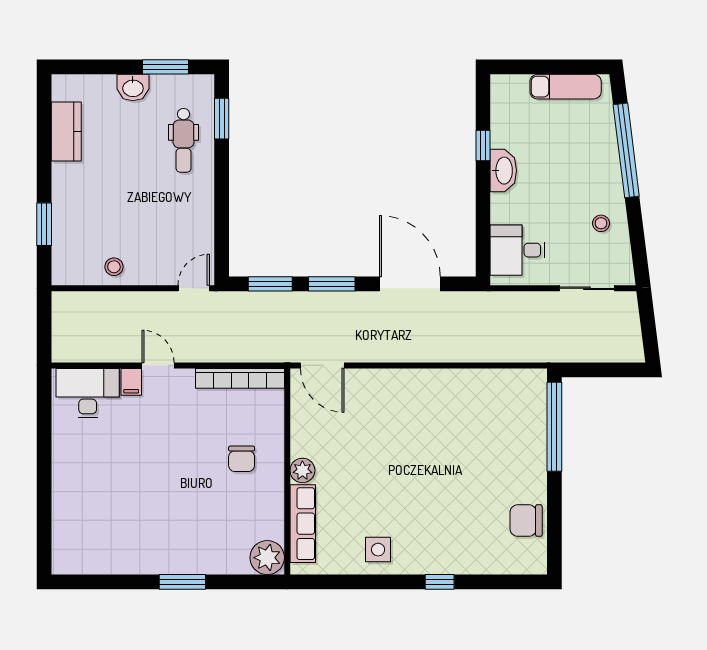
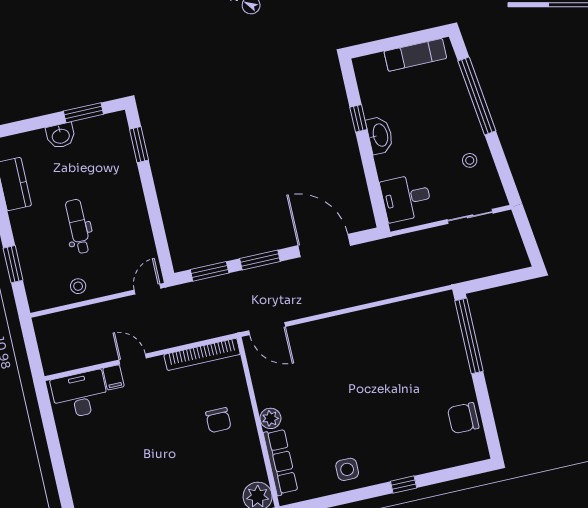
dental chair: (184, 140) -> (78, 226), moved, turned 180

